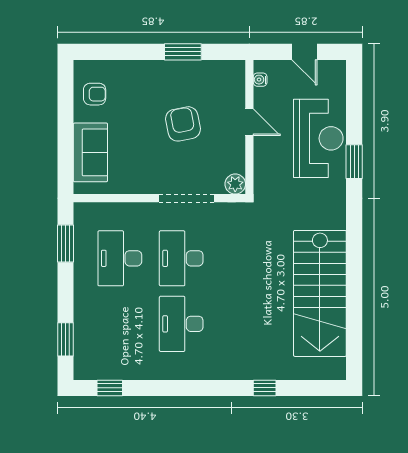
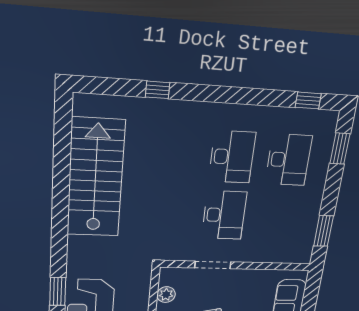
plant: (235, 184) -> (166, 295), moved
doorway: (186, 198) -> (213, 265), width x0.73
desk: (120, 258) -> (289, 160), moved

